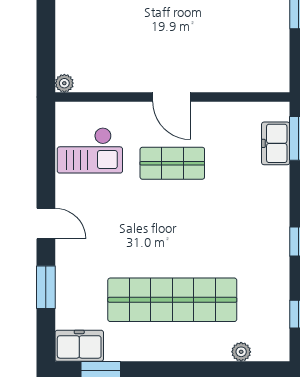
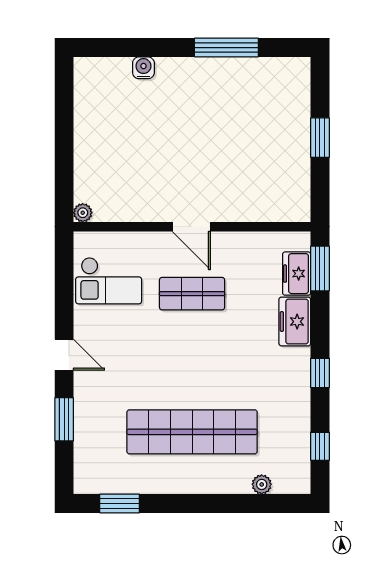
freezer: (79, 346) -> (295, 322), moved, turned -90

